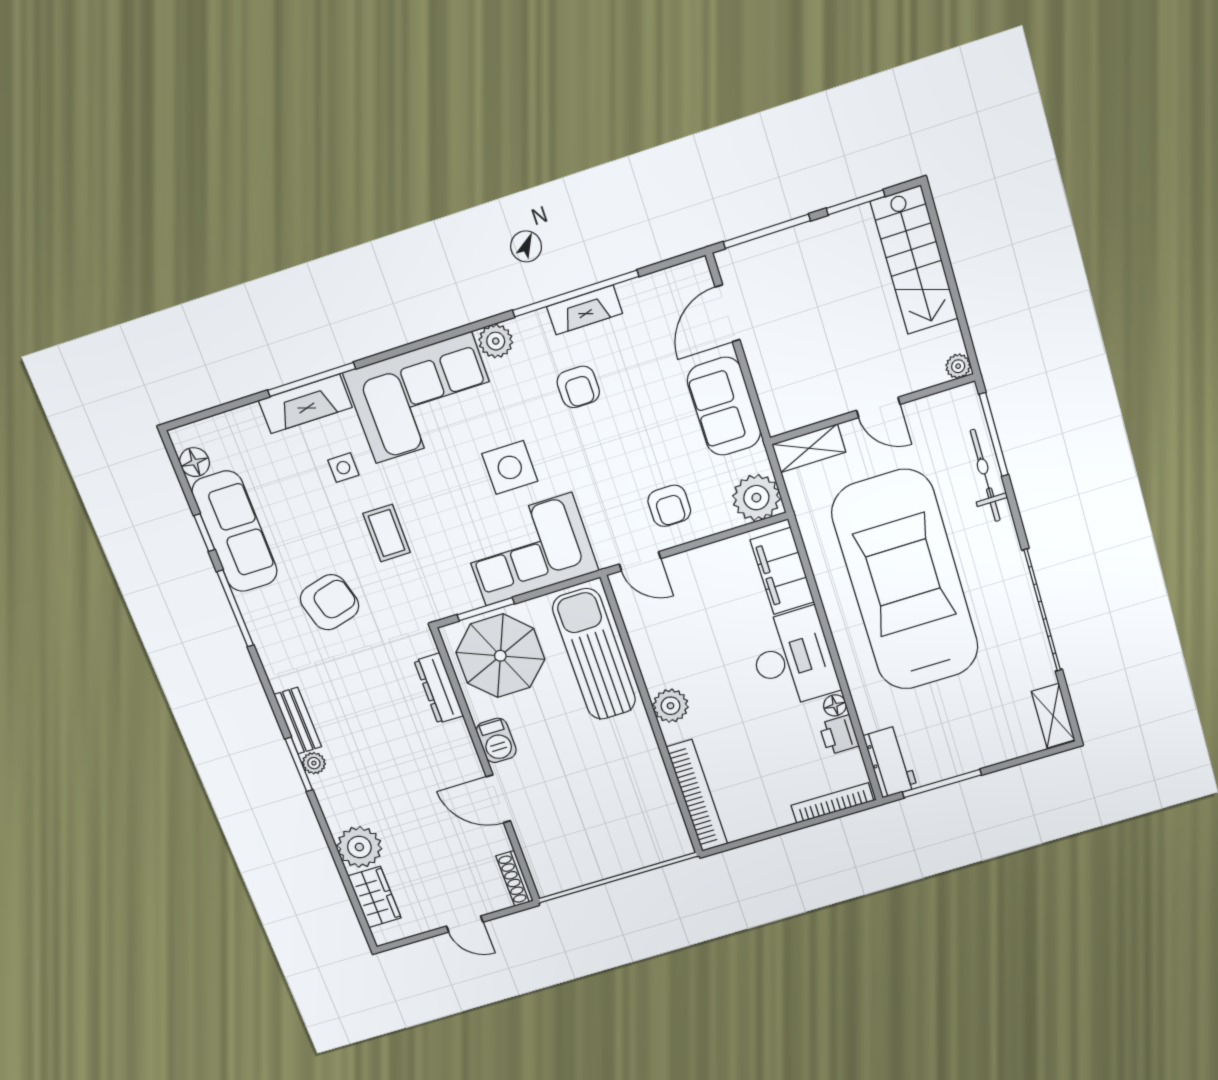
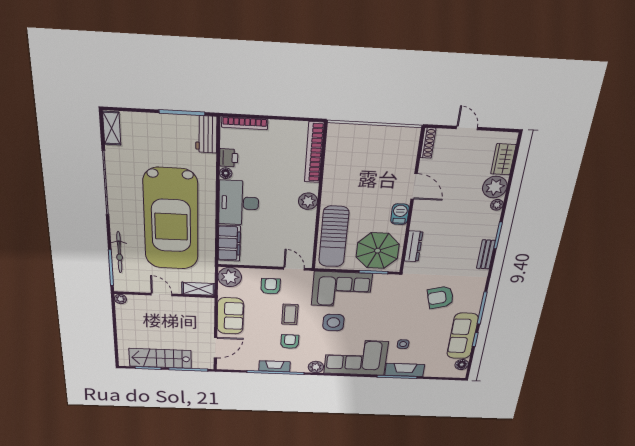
stairs: (914, 260) -> (160, 358), moved, turned -90
coffee table: (387, 533) -> (290, 314), moved
plant: (314, 763) -> (497, 205), moved

